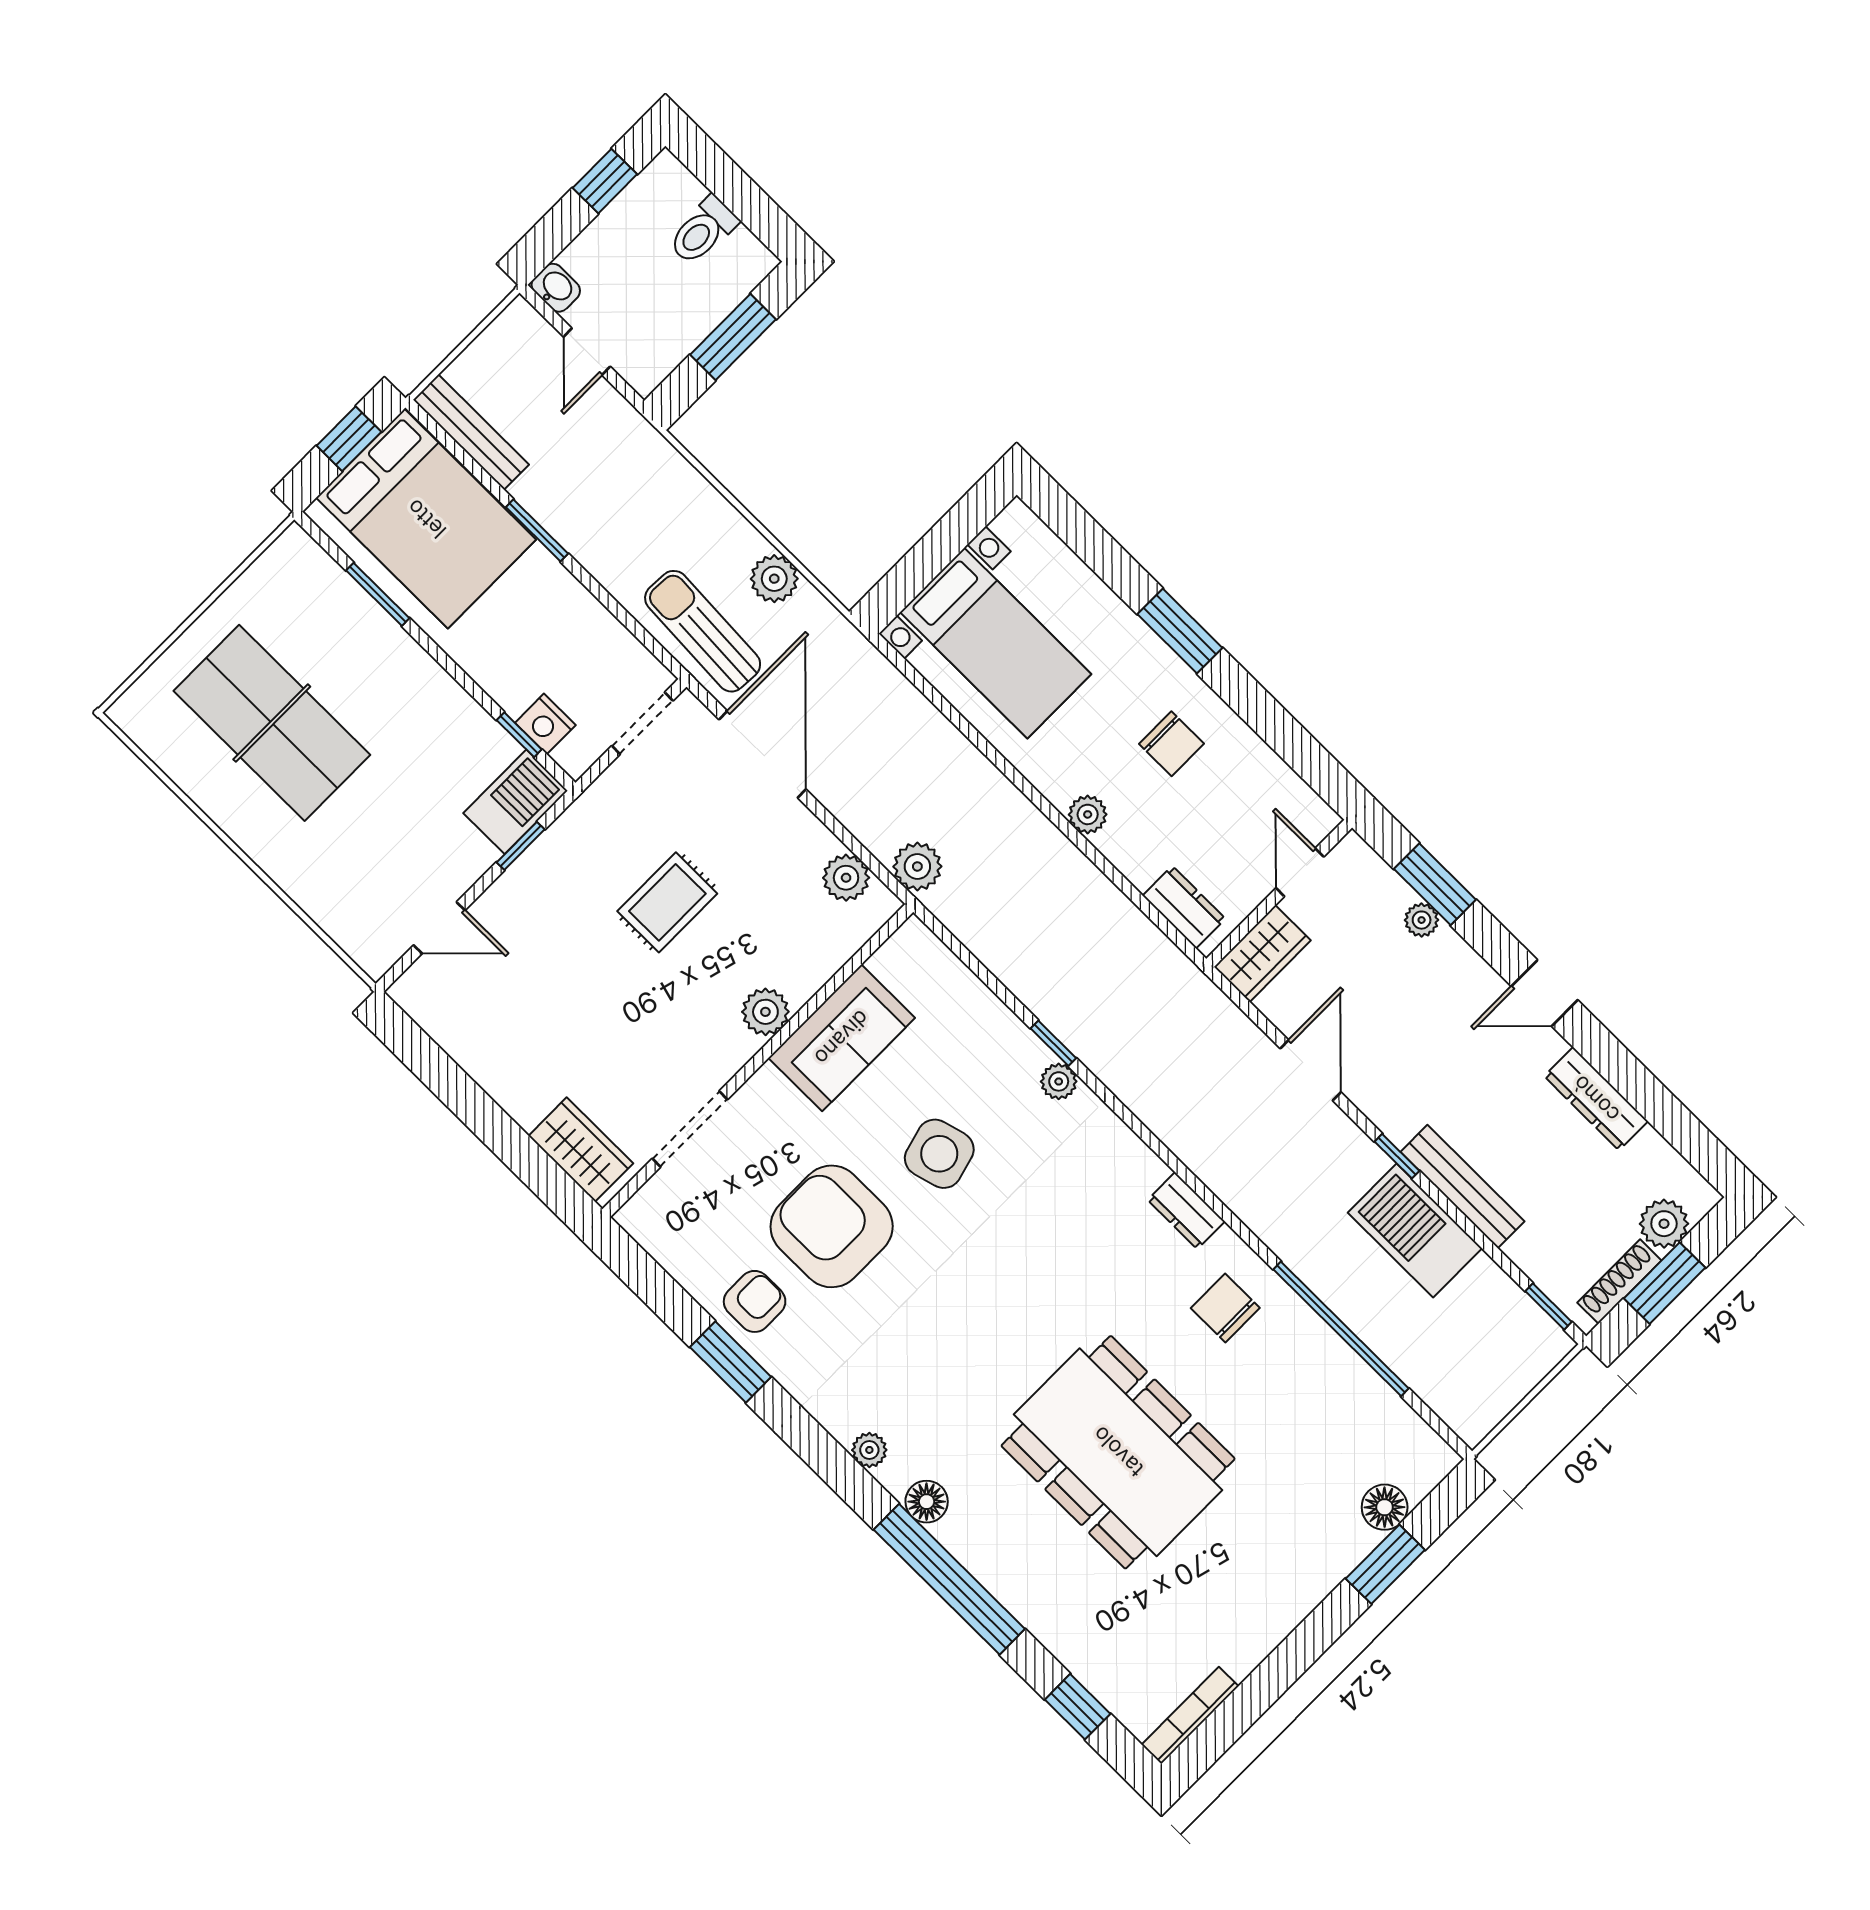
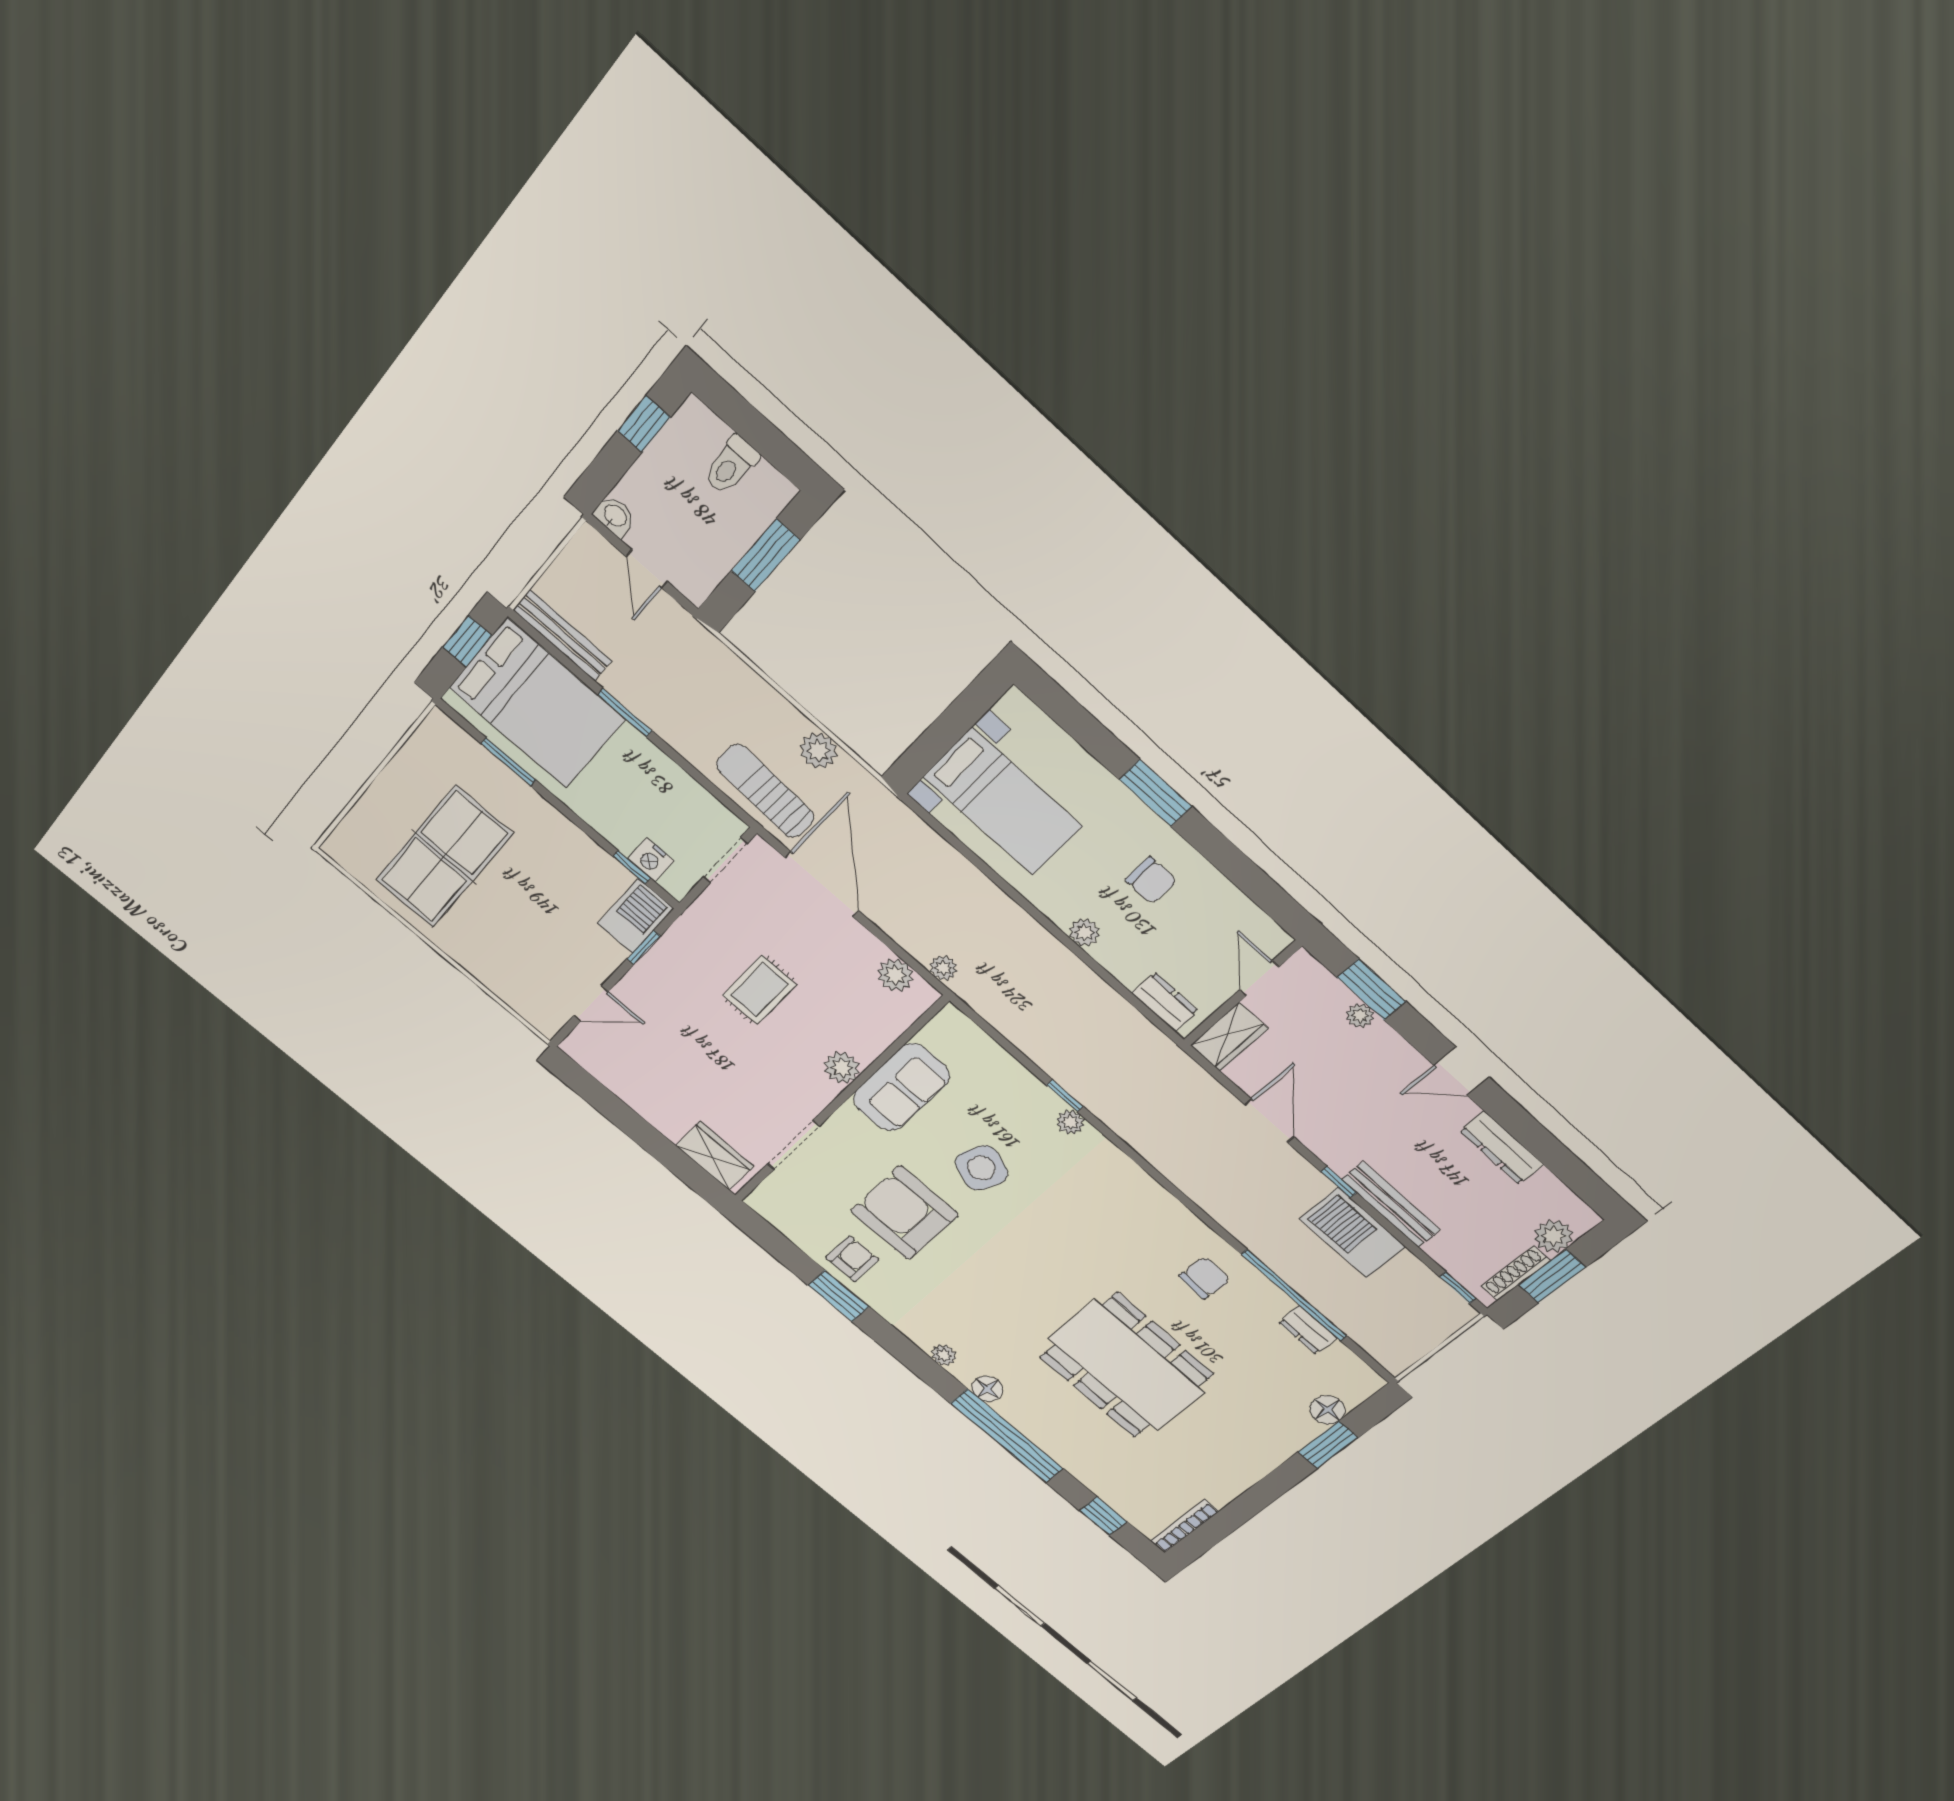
table tennis table: (272, 723) -> (444, 857), turned 90
plant: (917, 866) -> (943, 968), width x0.73, depth x0.73
side table: (939, 1154) -> (982, 1168), turned 36
dresser: (1186, 1211) -> (1308, 1330), moved
chair: (1225, 1308) -> (1205, 1278), turned 93

